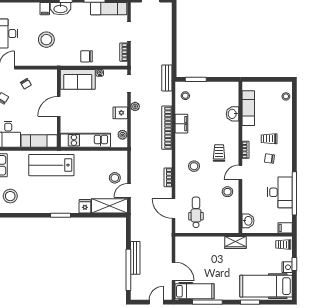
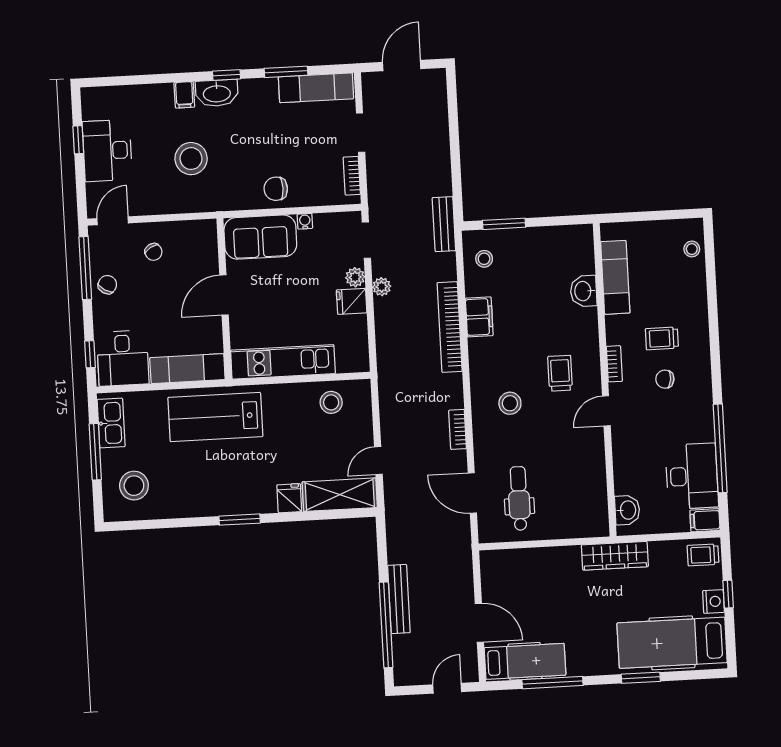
plant: (123, 135) -> (355, 277), moved
stool: (115, 178) -> (331, 402), moved
stool: (227, 192) -> (582, 452), removed
desk: (280, 192) -> (692, 476), moved
wardrobe: (235, 243) -> (615, 556), width x1.50

